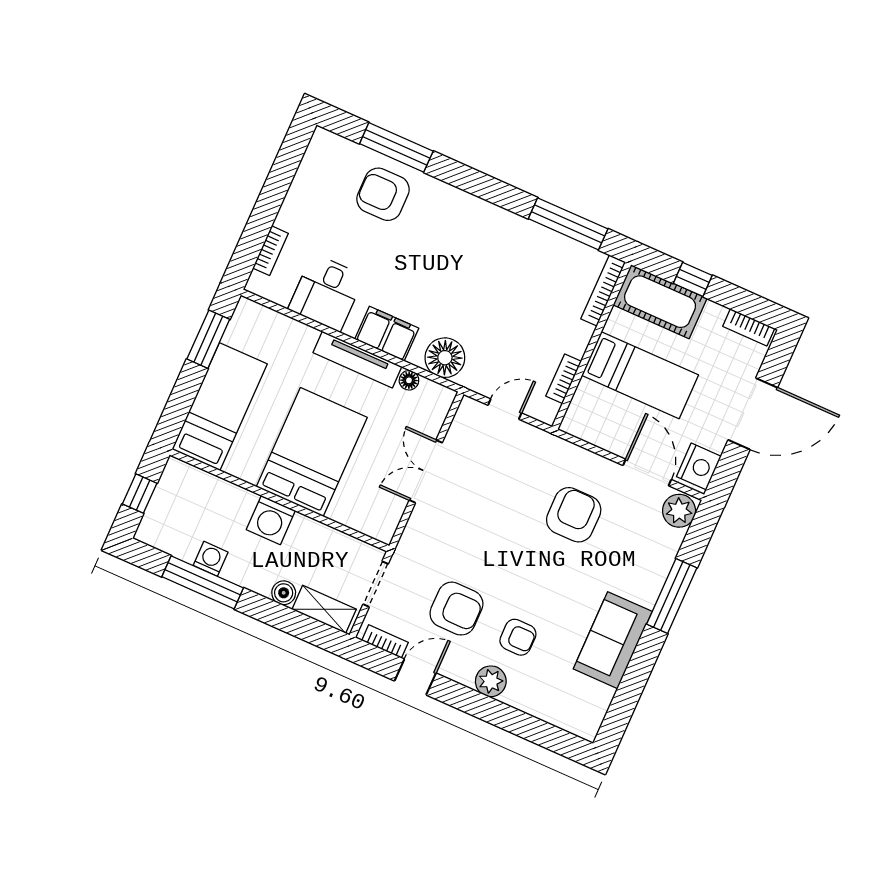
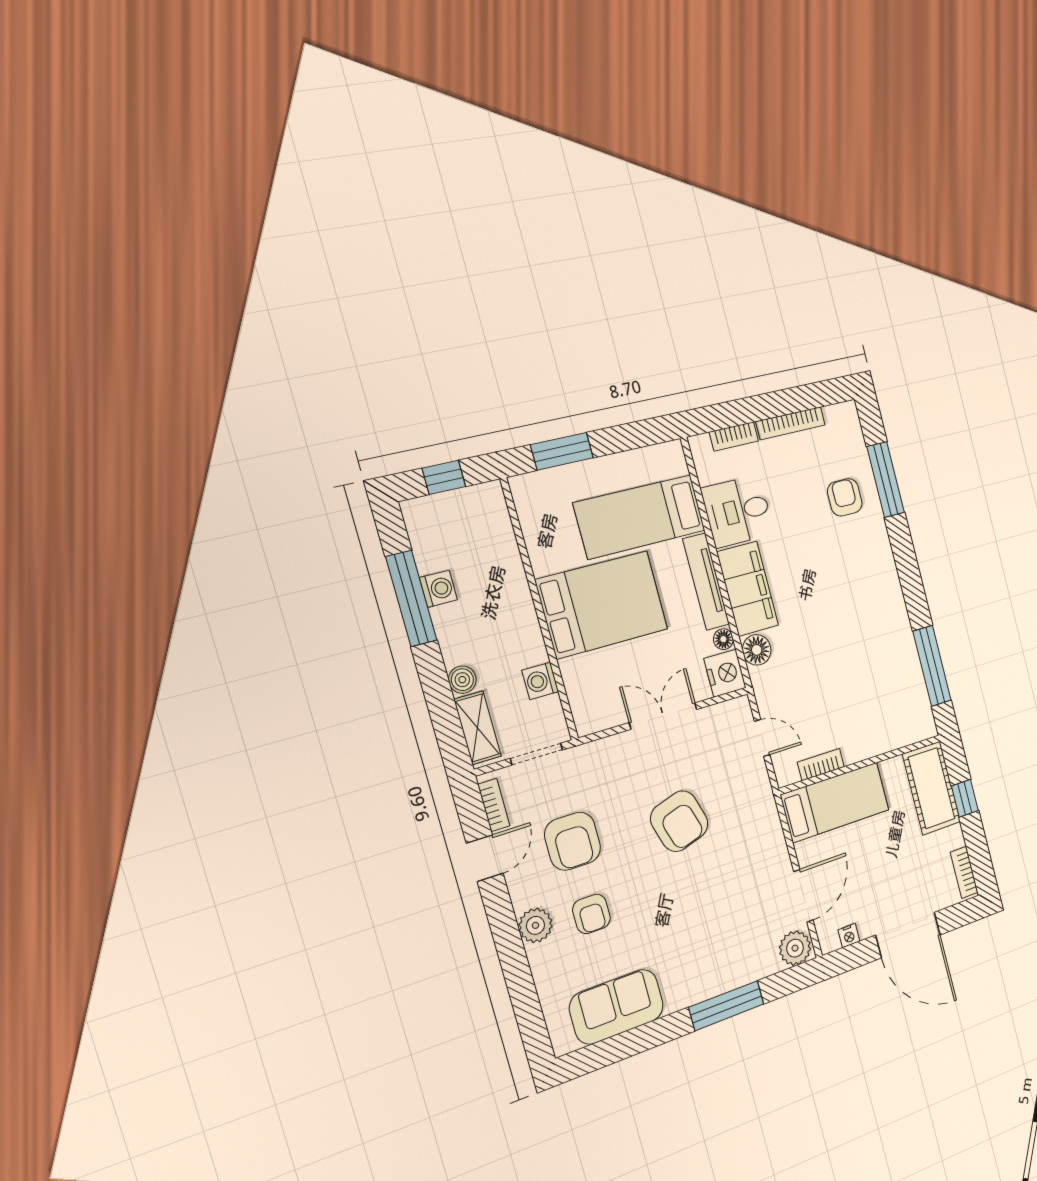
armchair: (383, 194) -> (845, 497), width x0.72, depth x0.72
bookcase: (603, 290) -> (791, 423), moved, turned 180
filing cabinet: (387, 334) -> (748, 589), width x1.50, depth x1.17
window: (208, 339) -> (562, 451), moved
floor lamp: (445, 358) -> (757, 650), width x0.73, depth x0.73
bed: (640, 375) -> (835, 802), moved, turned -90
nightstand: (434, 399) -> (725, 673), added
bed: (220, 407) -> (640, 517), moved, turned 180
nightstand: (699, 466) -> (849, 936), width x0.53, depth x0.56
armchair: (574, 515) -> (679, 821), moved, turned 73
washing machine: (271, 520) -> (540, 681), moved, width x0.73, depth x0.73
sofa: (613, 640) -> (617, 1007), moved
door: (415, 677) -> (485, 858), hinge flipped

